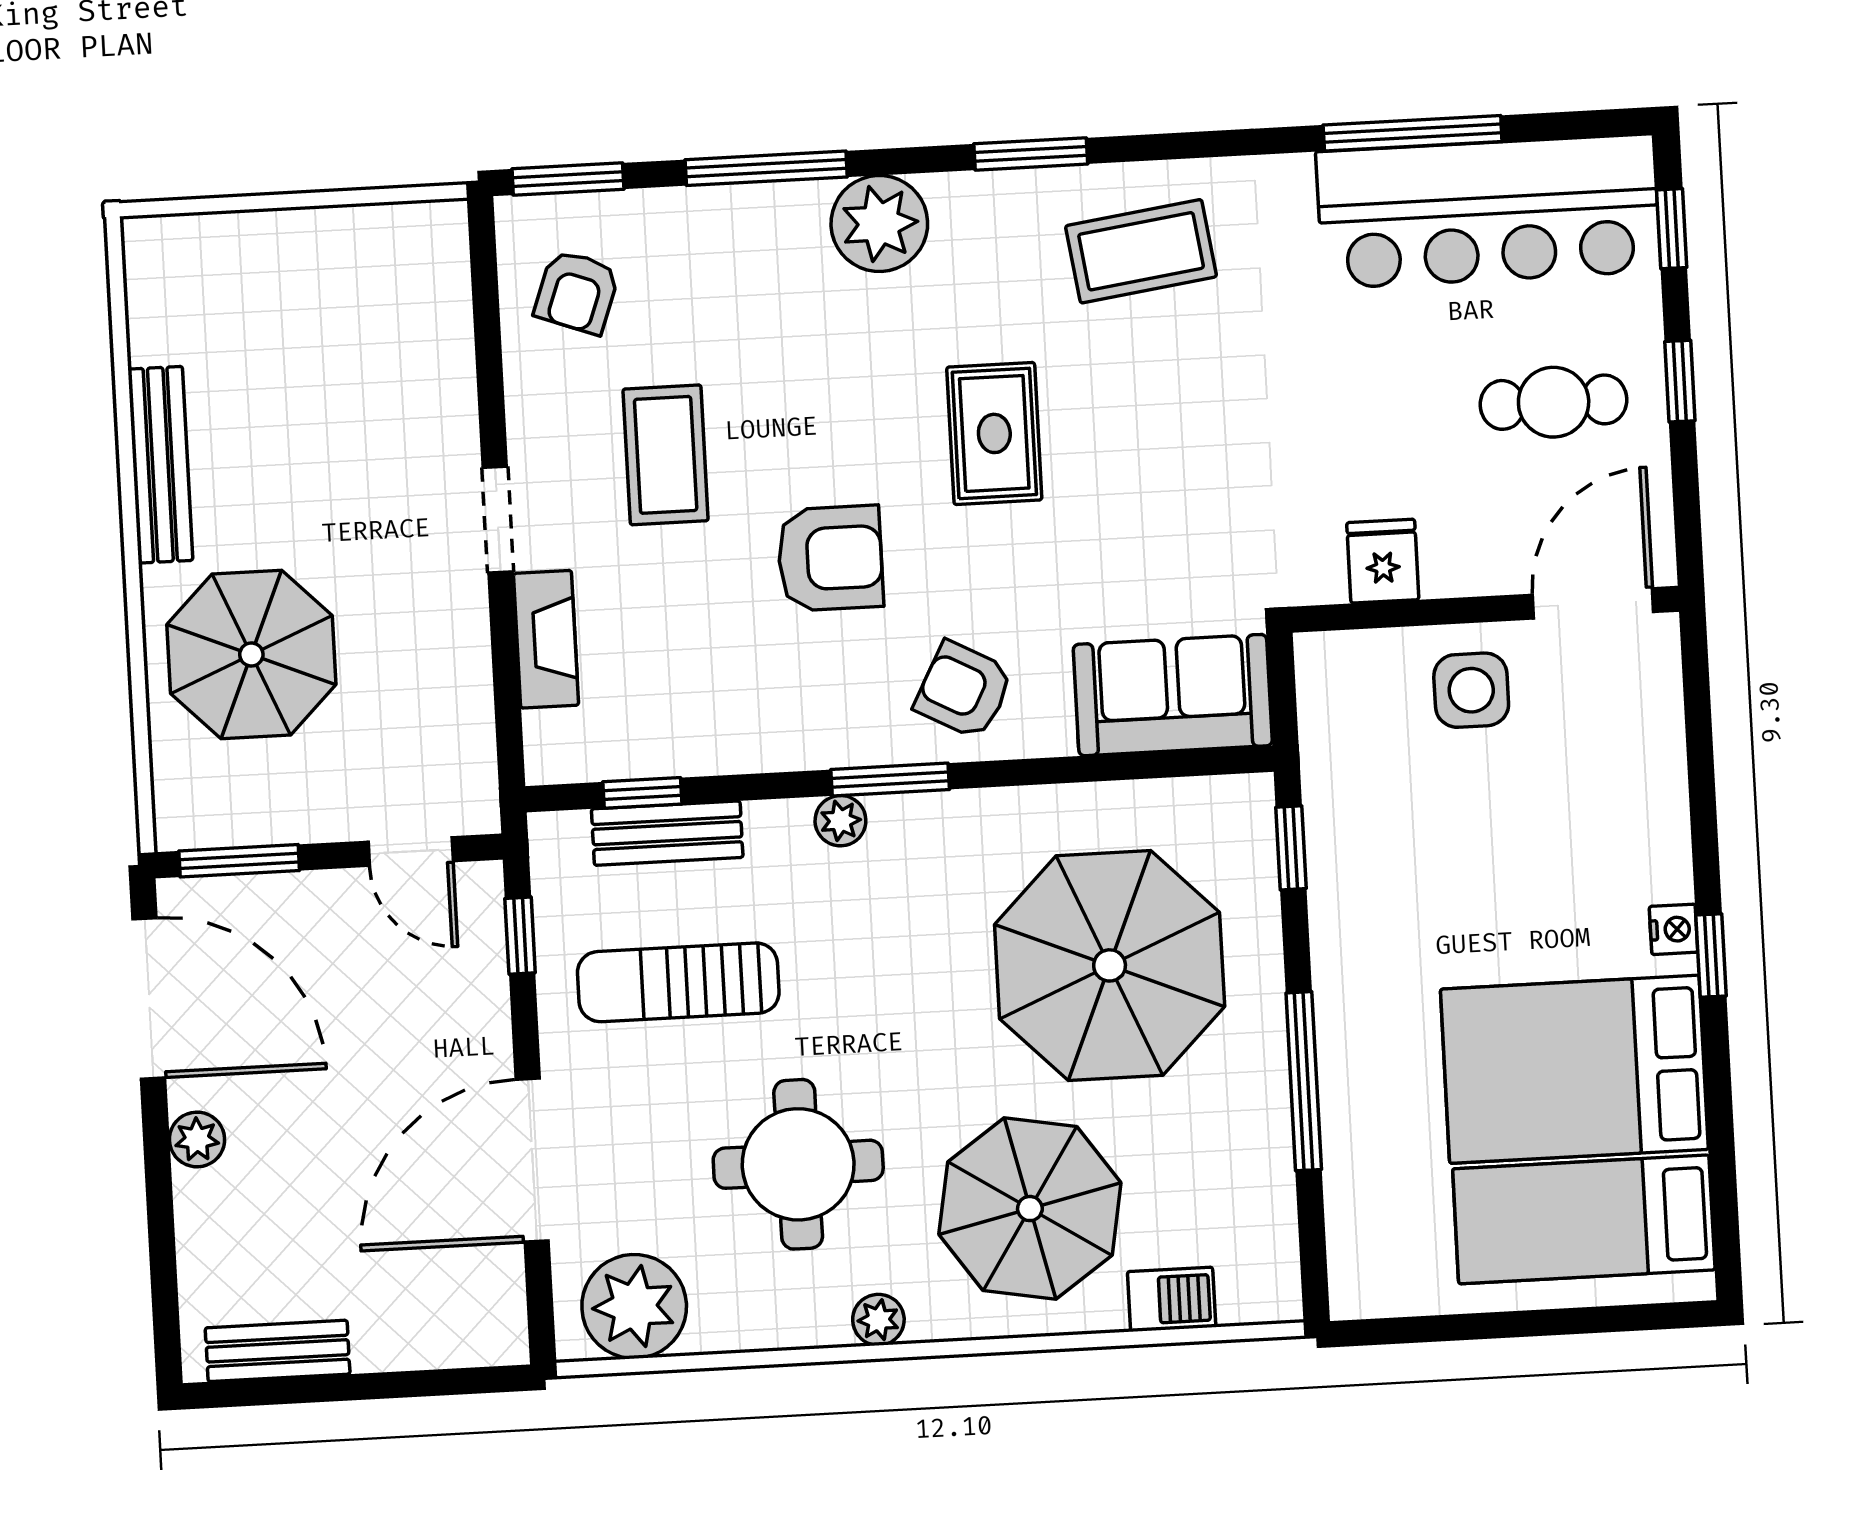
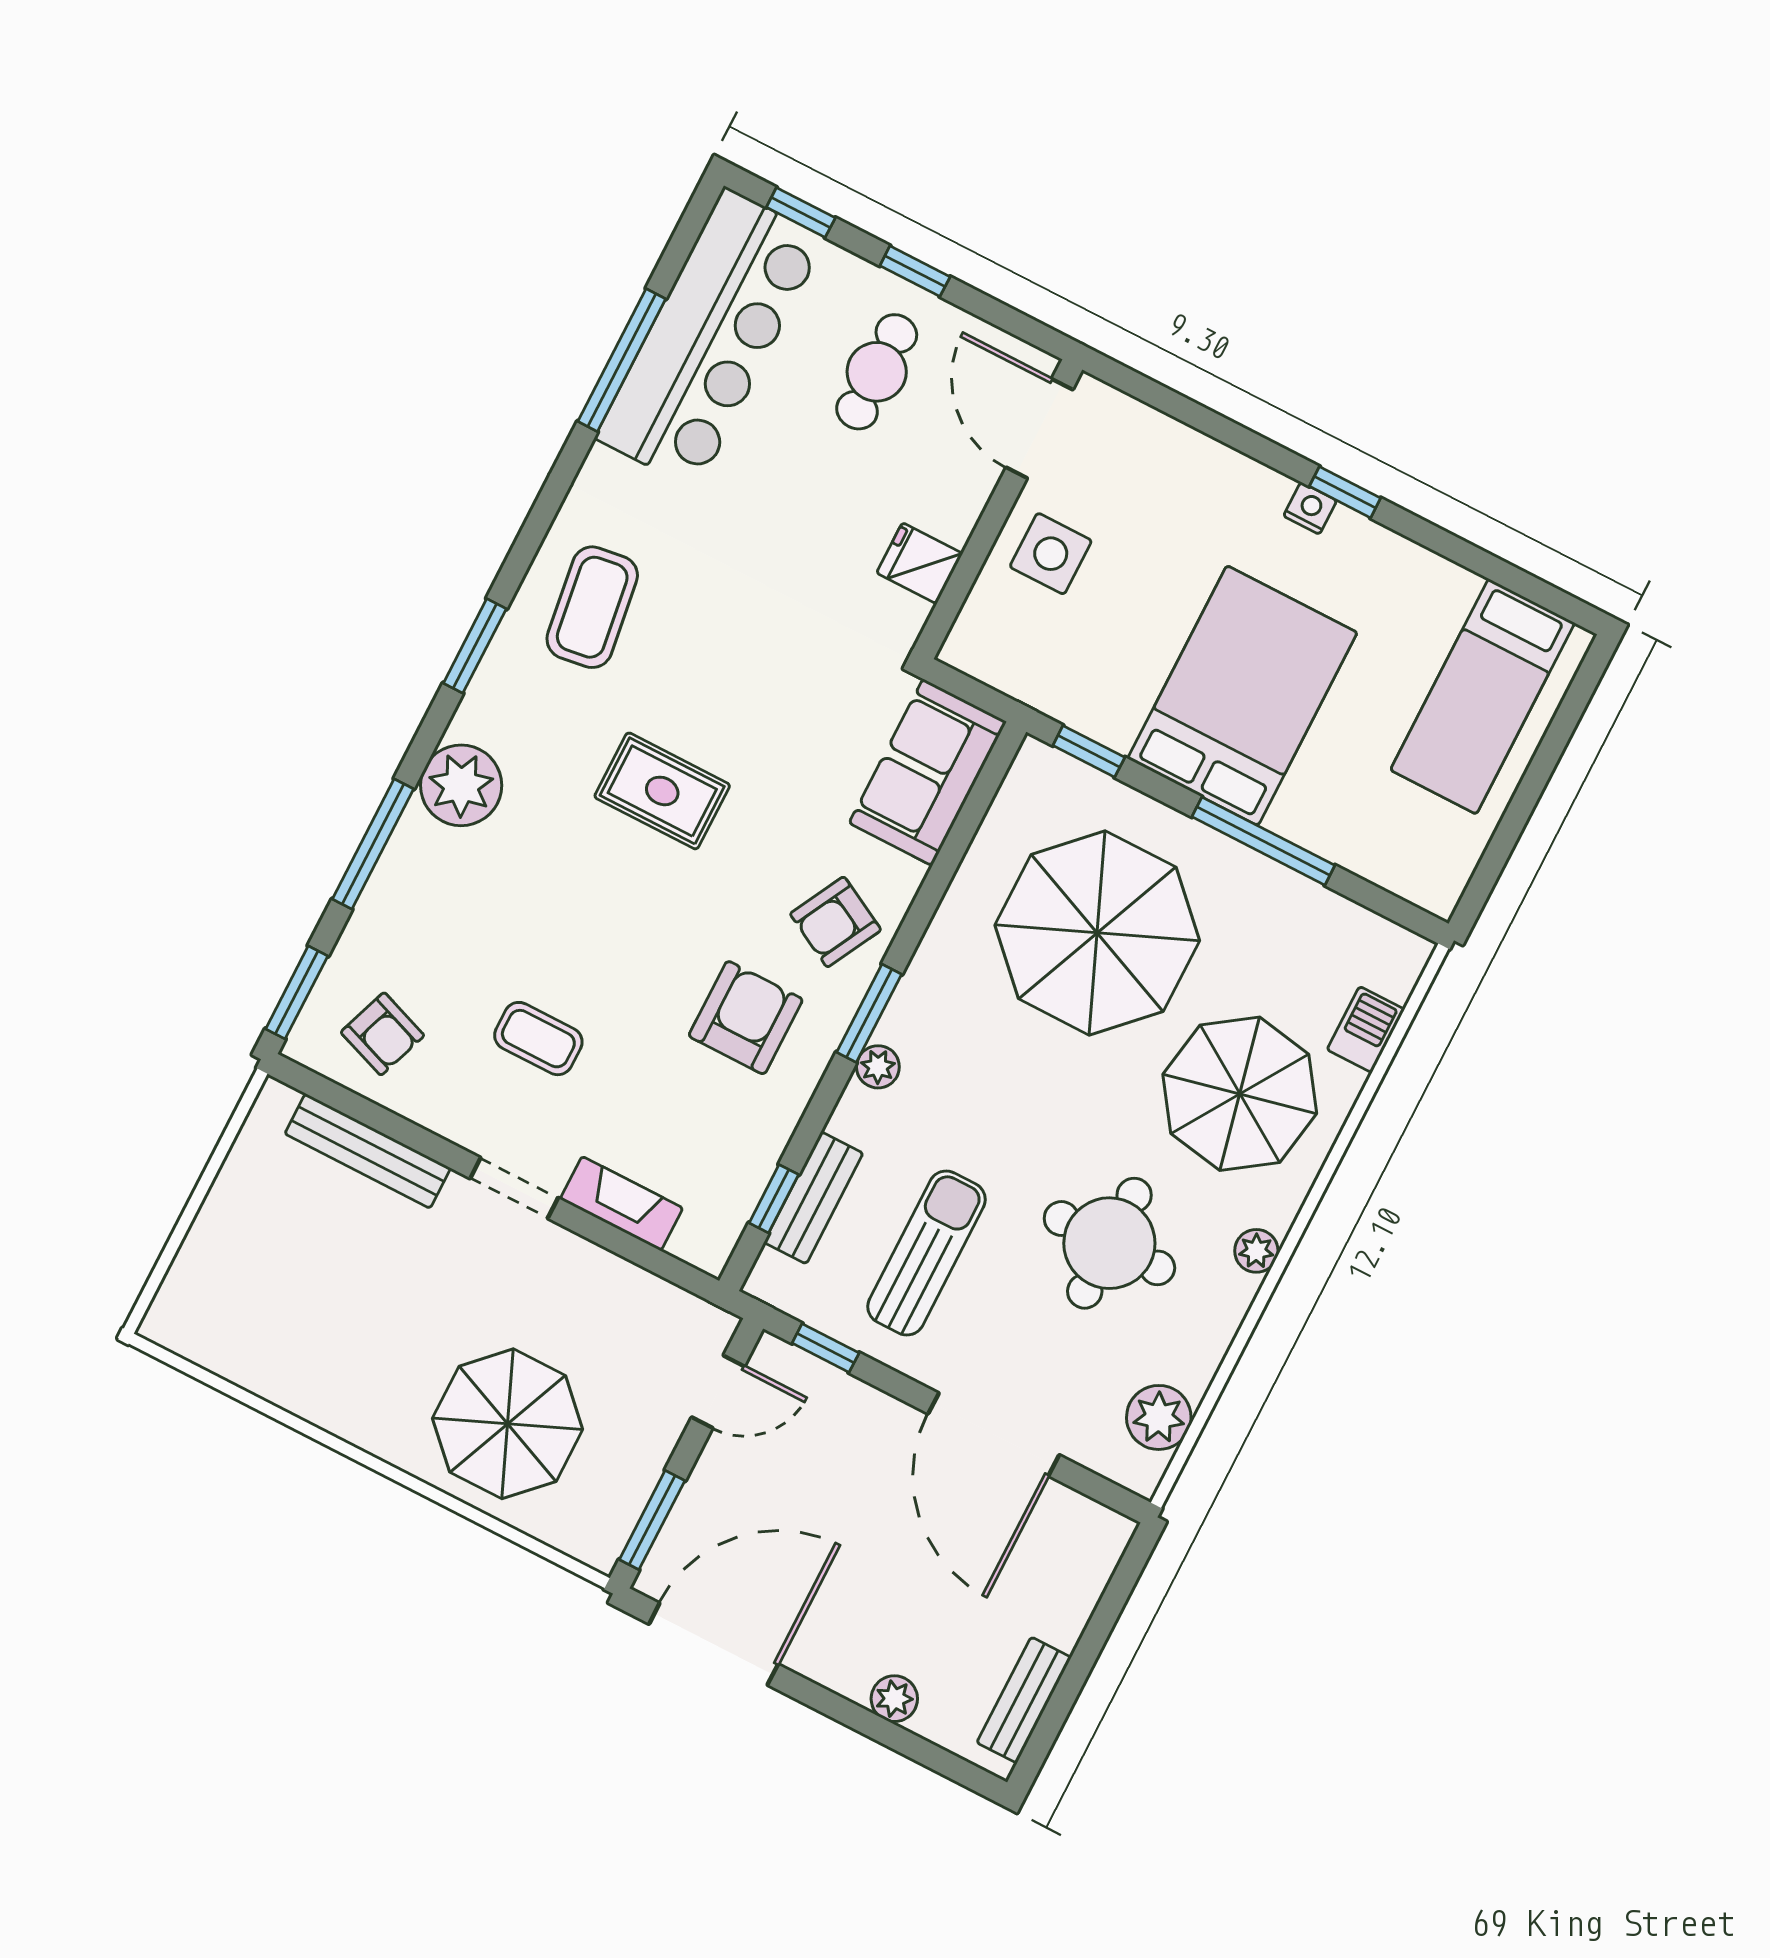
coffee table: (666, 455) -> (538, 1039), width x0.73, depth x0.77
bench: (160, 465) -> (368, 1151), moved
armchair: (830, 558) -> (746, 1018), moved
sun lounger: (678, 982) -> (926, 1253), turned 180
bed: (1574, 1069) -> (1242, 696), moved, turned 180
plant: (197, 1139) -> (894, 1699), moved
plant: (634, 1306) -> (1159, 1417), width x0.73, depth x0.73

